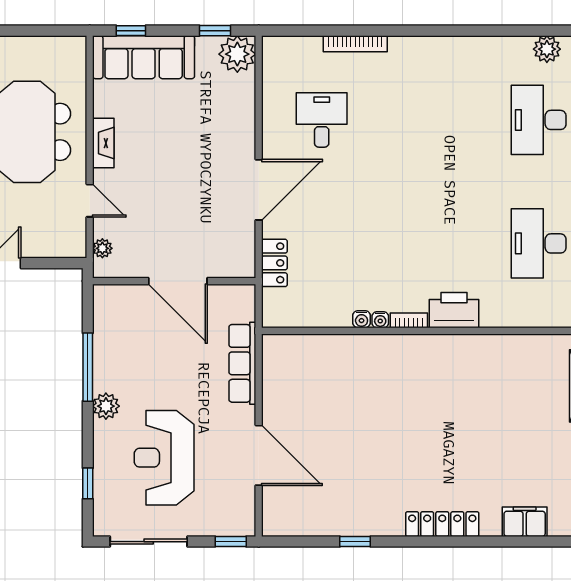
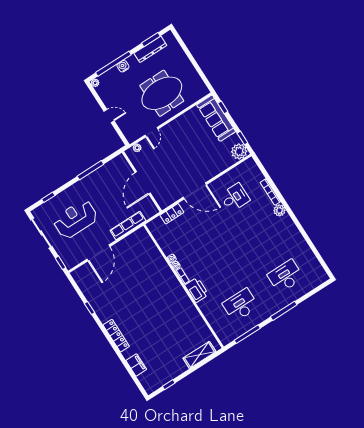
plant: (547, 49) -> (279, 210), moved
fireplace: (103, 143) -> (176, 124), removed
plant: (106, 406) -> (81, 186), removed

